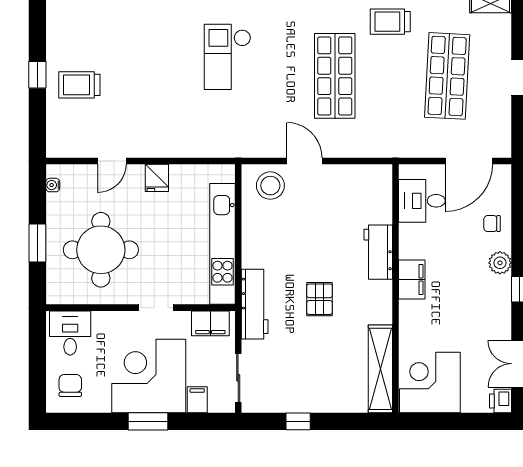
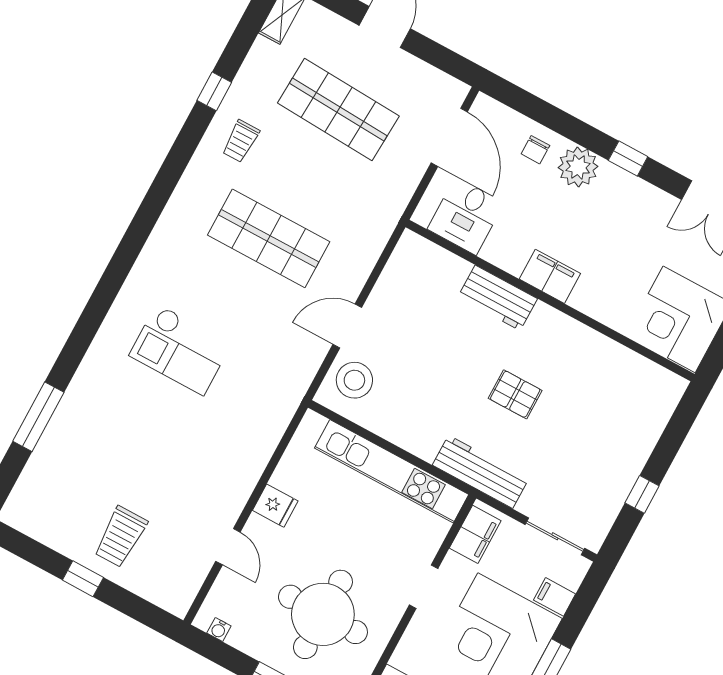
trolley: (390, 22) -> (241, 141), width x0.73, depth x0.72
plant: (500, 263) -> (578, 167), width x1.36, depth x1.36
shelving: (380, 369) -> (633, 368), removed

